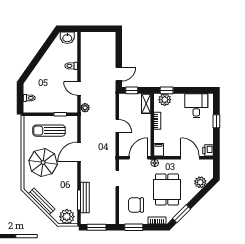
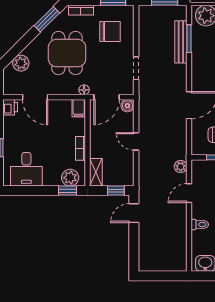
door: (79, 89) -> (189, 193), swing flipped
boiler: (123, 152) -> (127, 106), added

